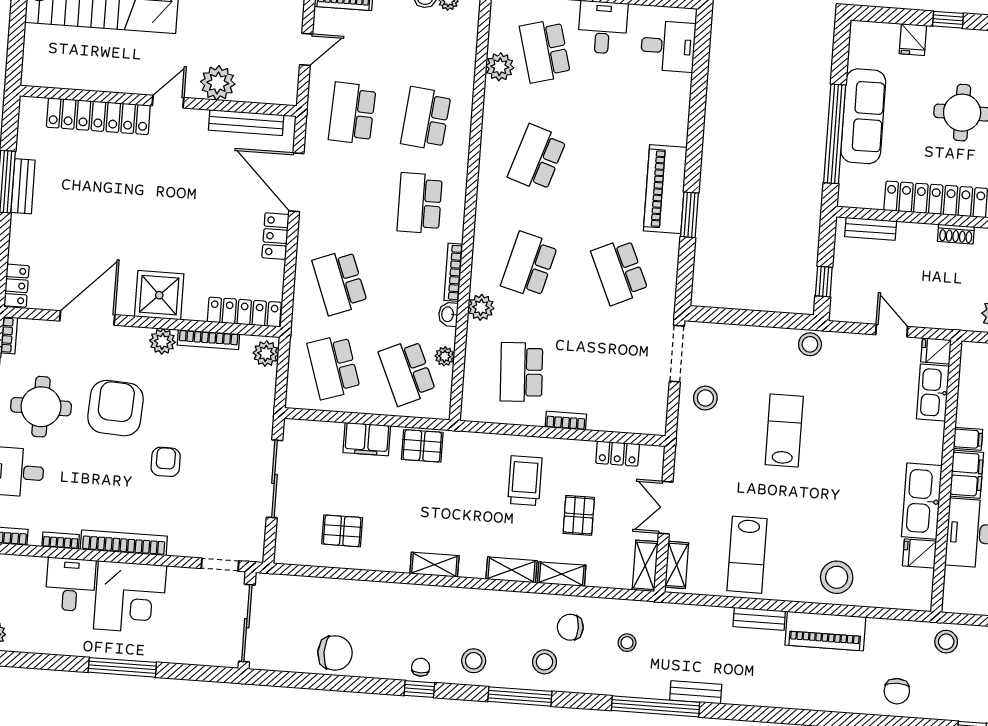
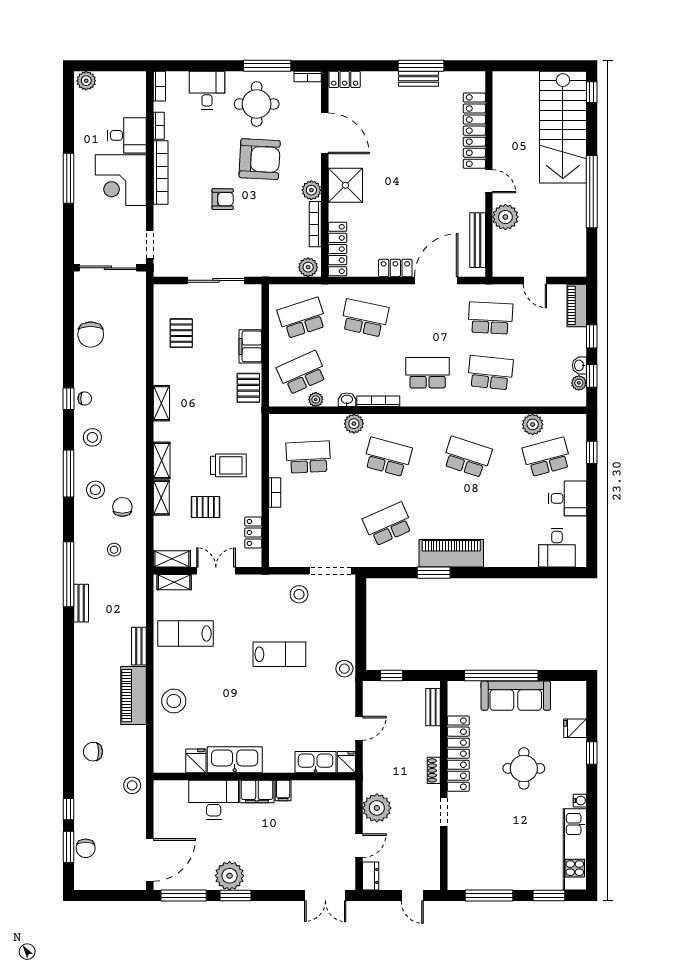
school desk: (340, 282) -> (365, 318), turned 33

